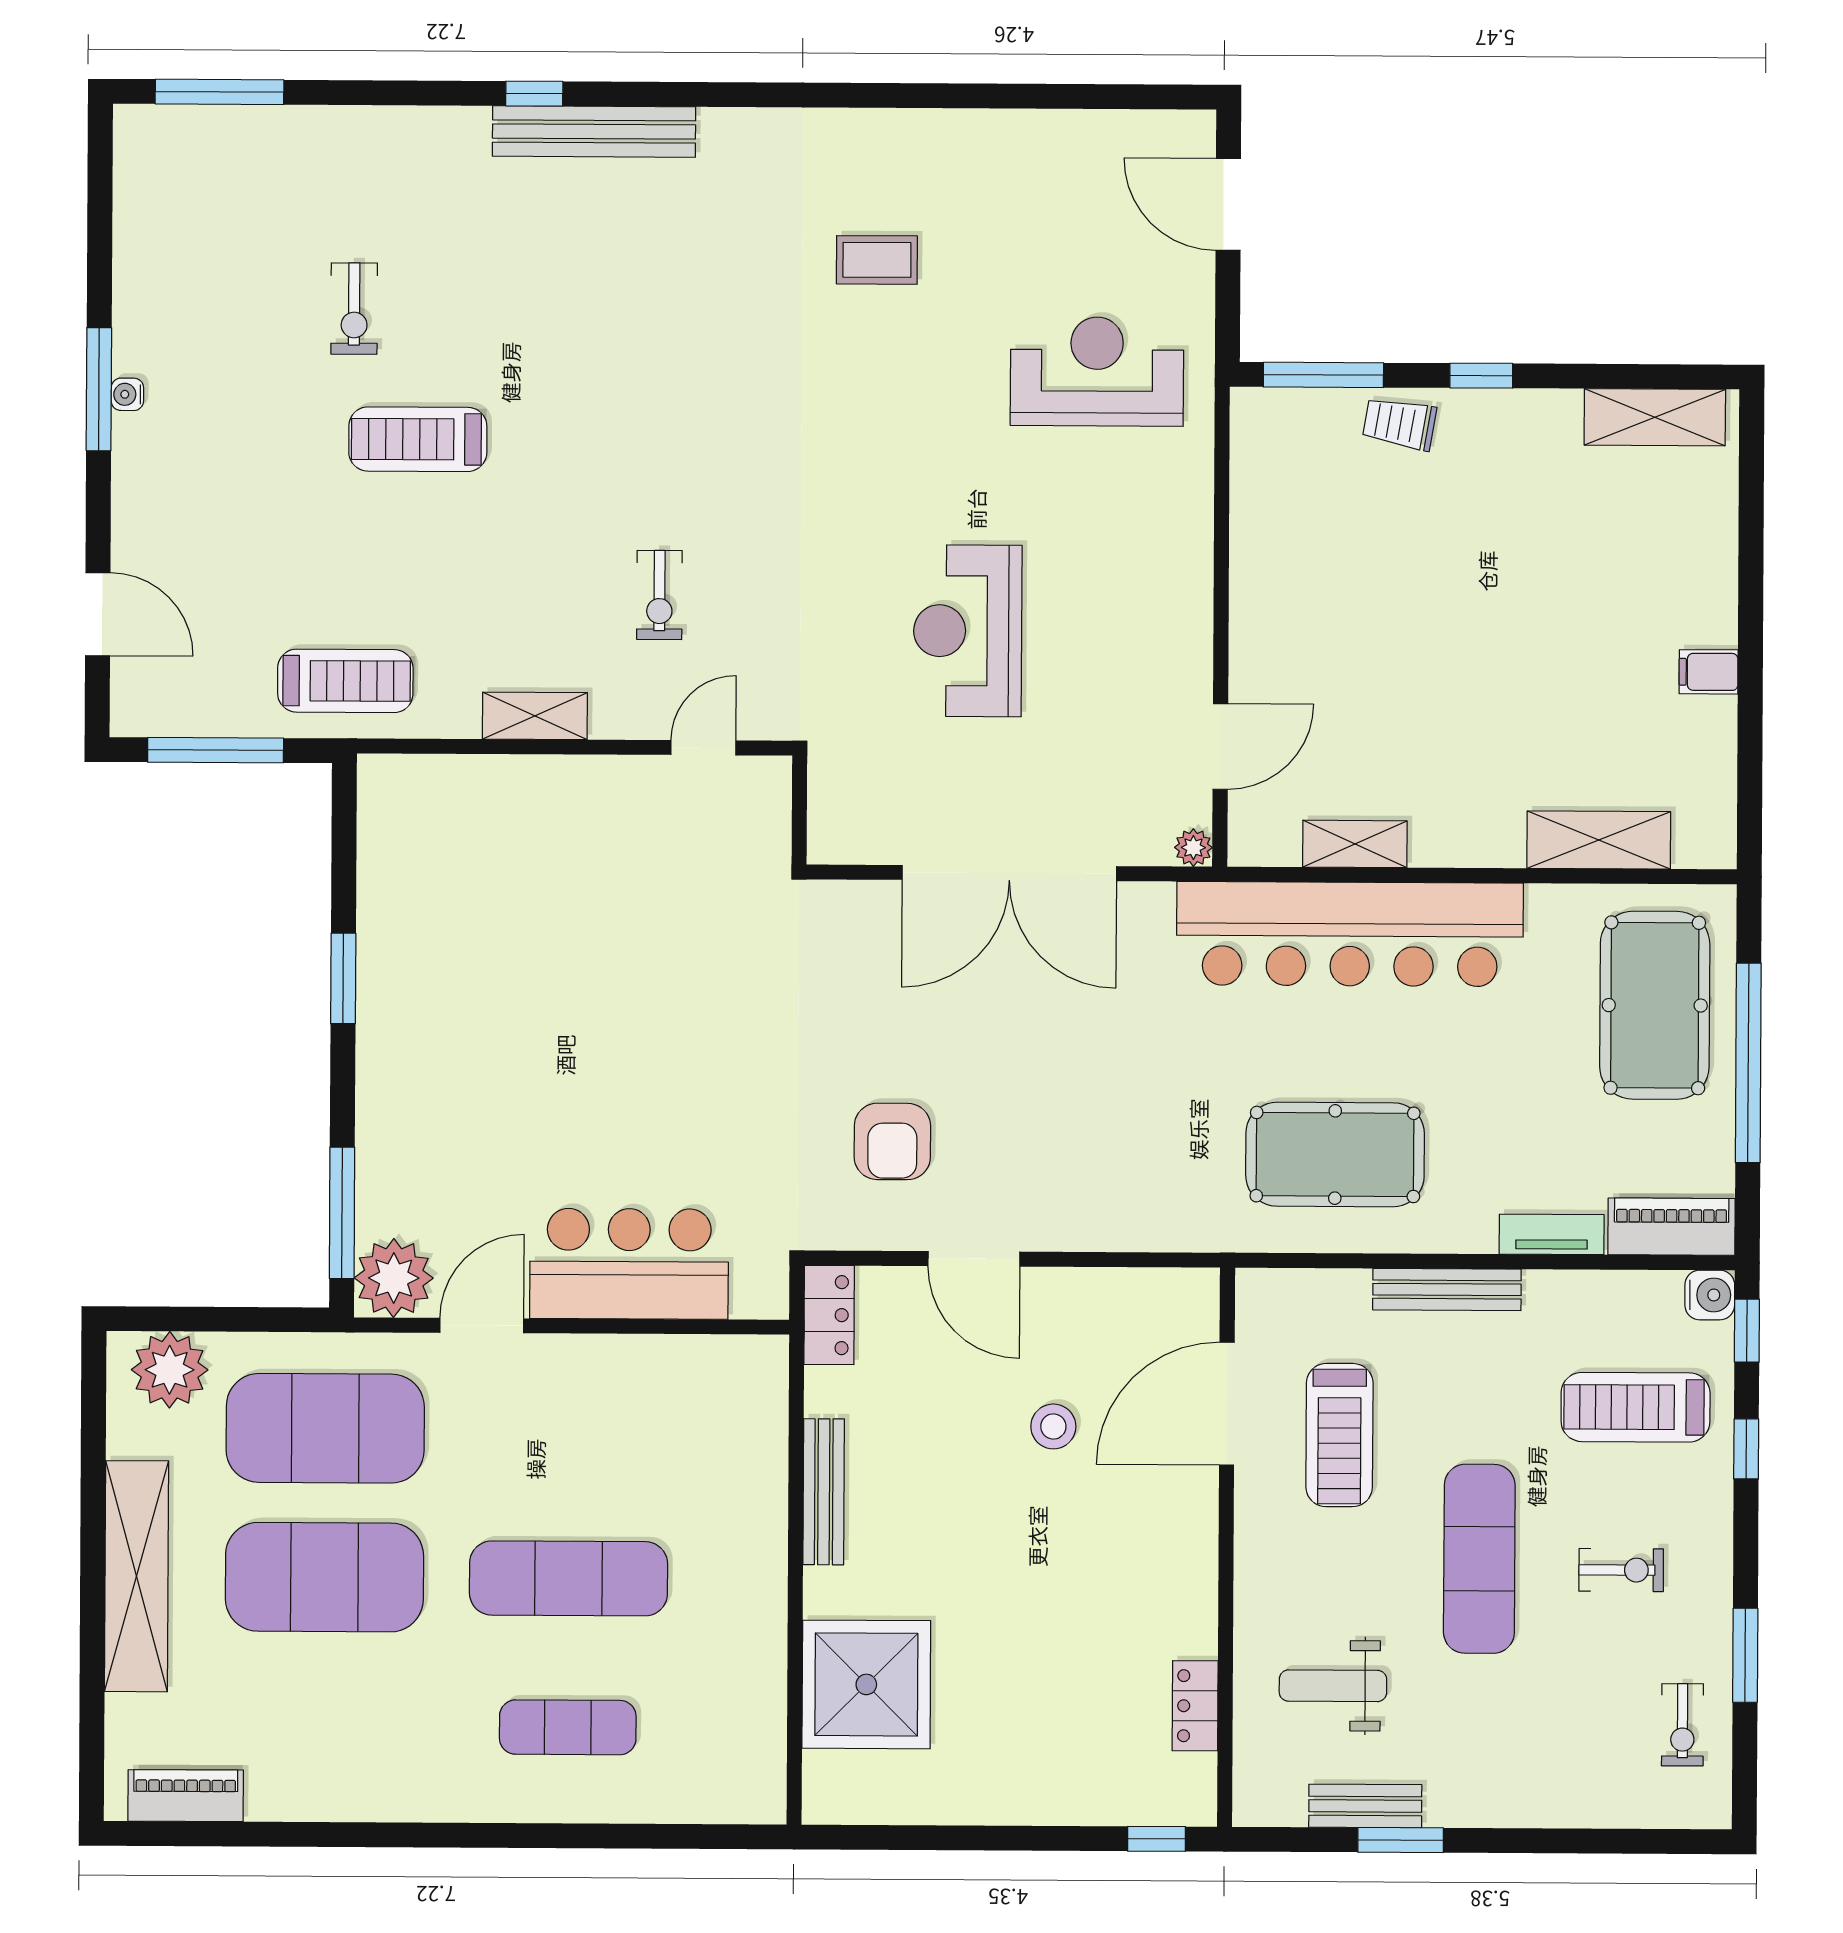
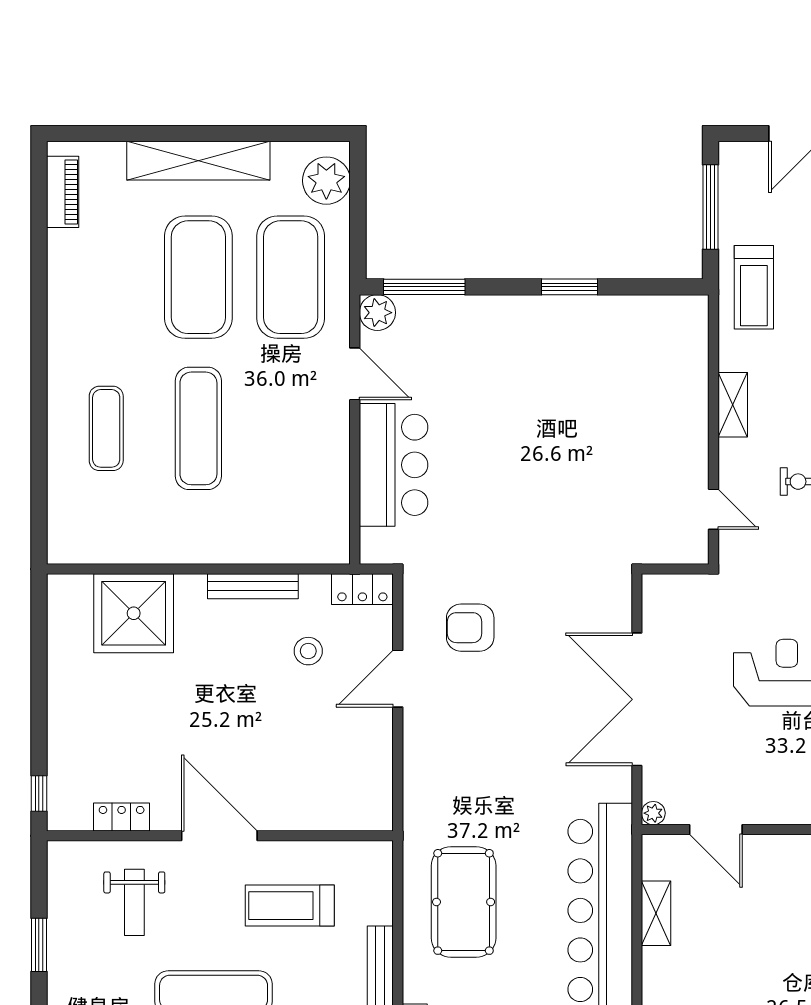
plant: (394, 1278) -> (377, 313), width x0.73, depth x0.73
door: (1227, 1404) -> (219, 836), moved
stool: (1053, 1426) -> (308, 651), moved
weight bench: (1333, 1686) -> (134, 902), turned 180
bench: (1365, 1806) -> (60, 923), removed

